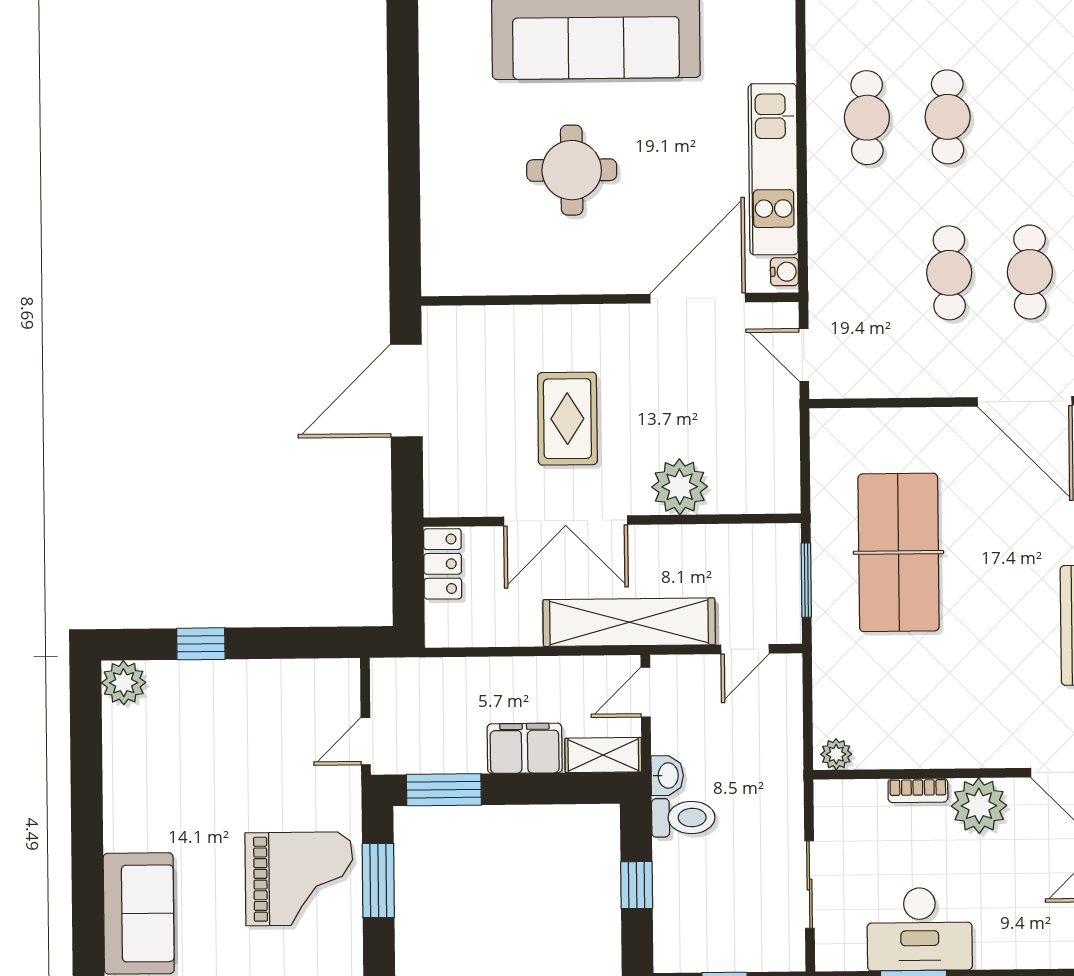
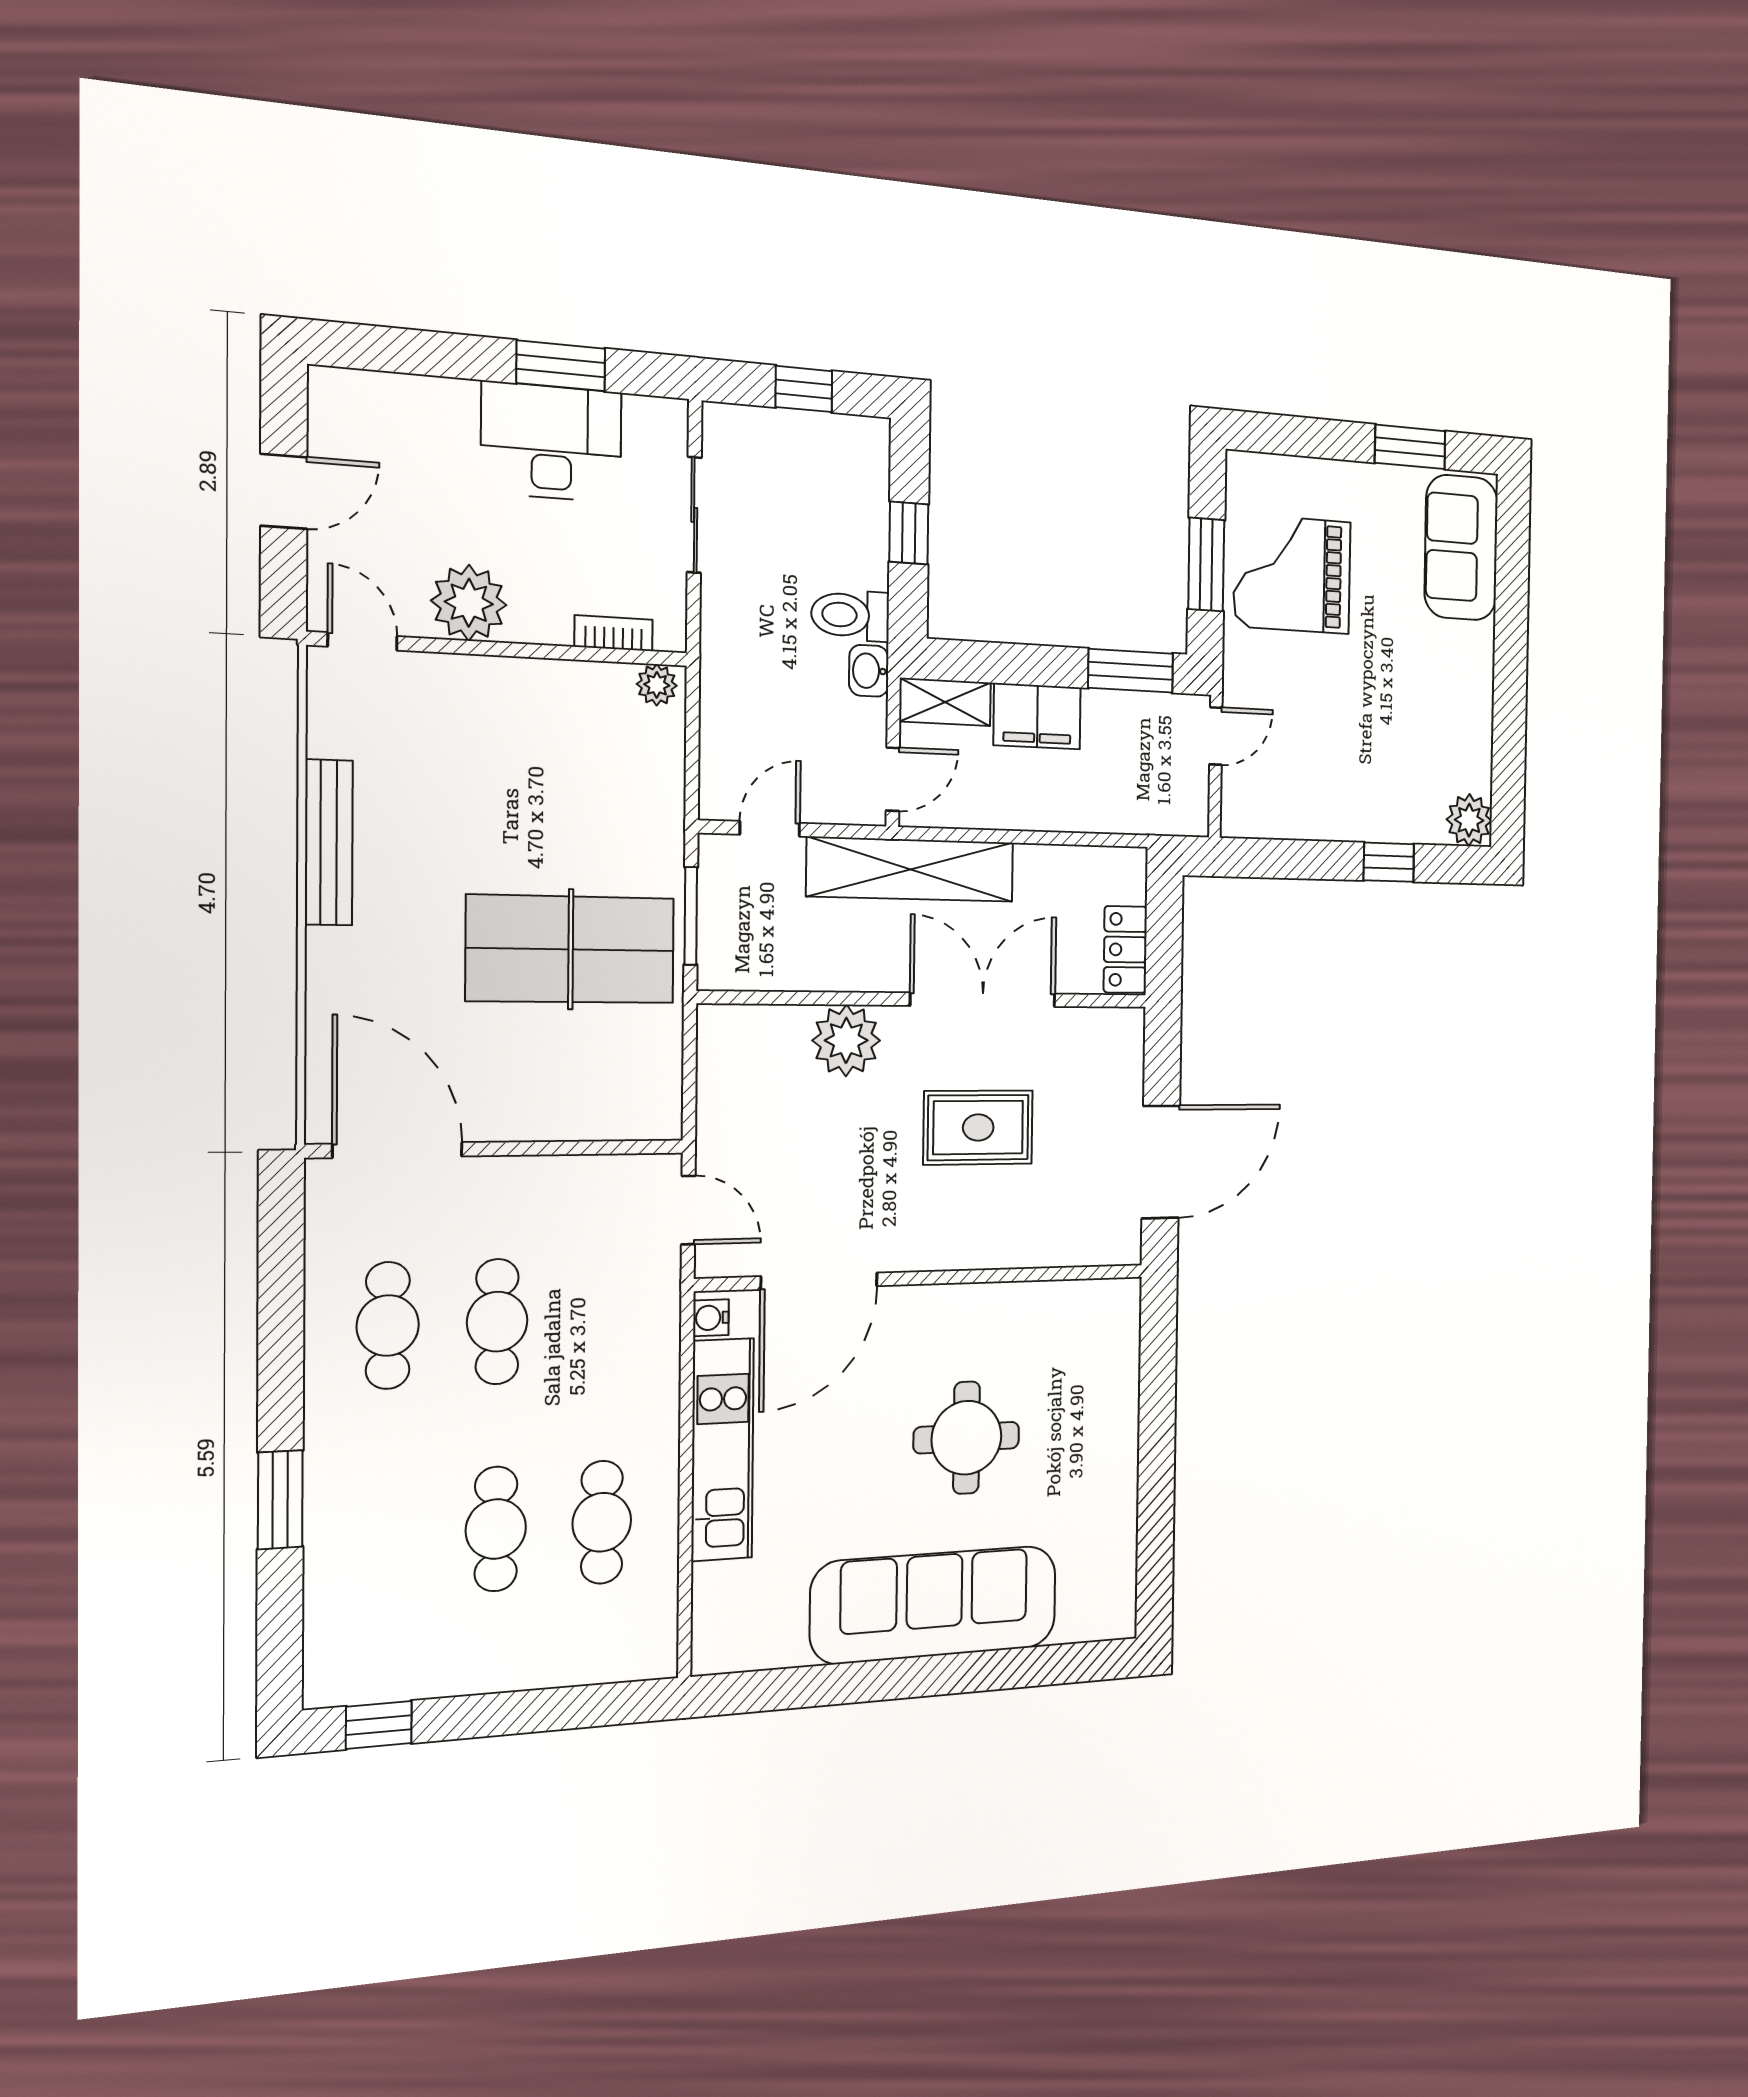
rug: (567, 419) -> (978, 1128), turned 90
table tennis table: (899, 552) -> (571, 949), turned 90
bookcase: (918, 790) -> (614, 633), moved

